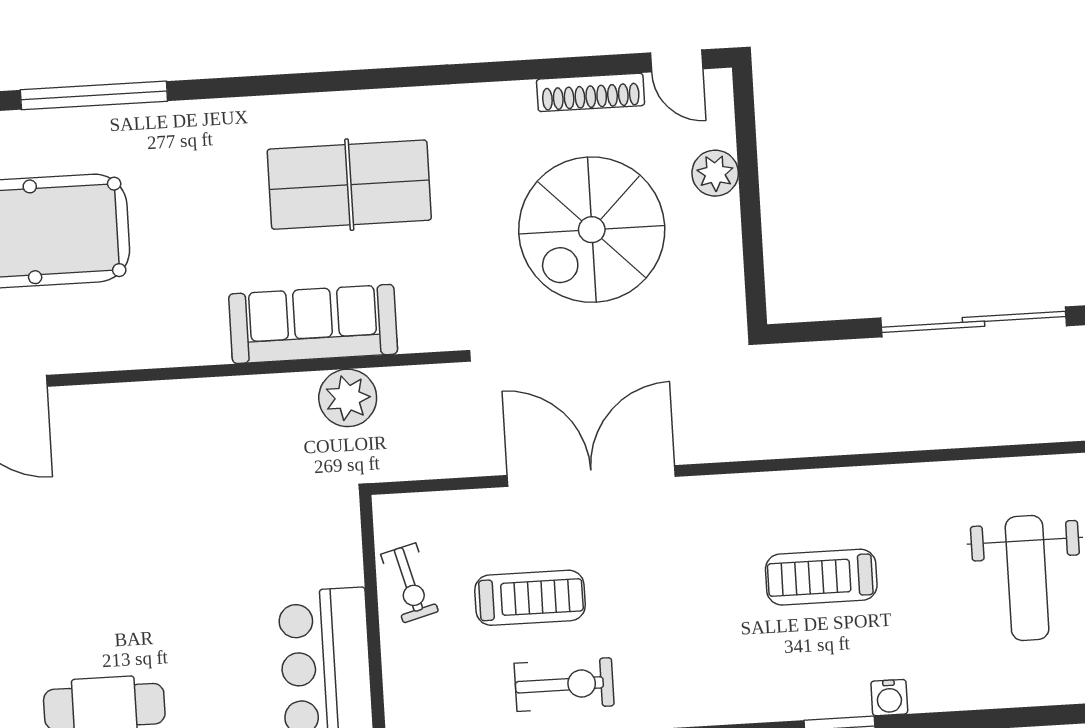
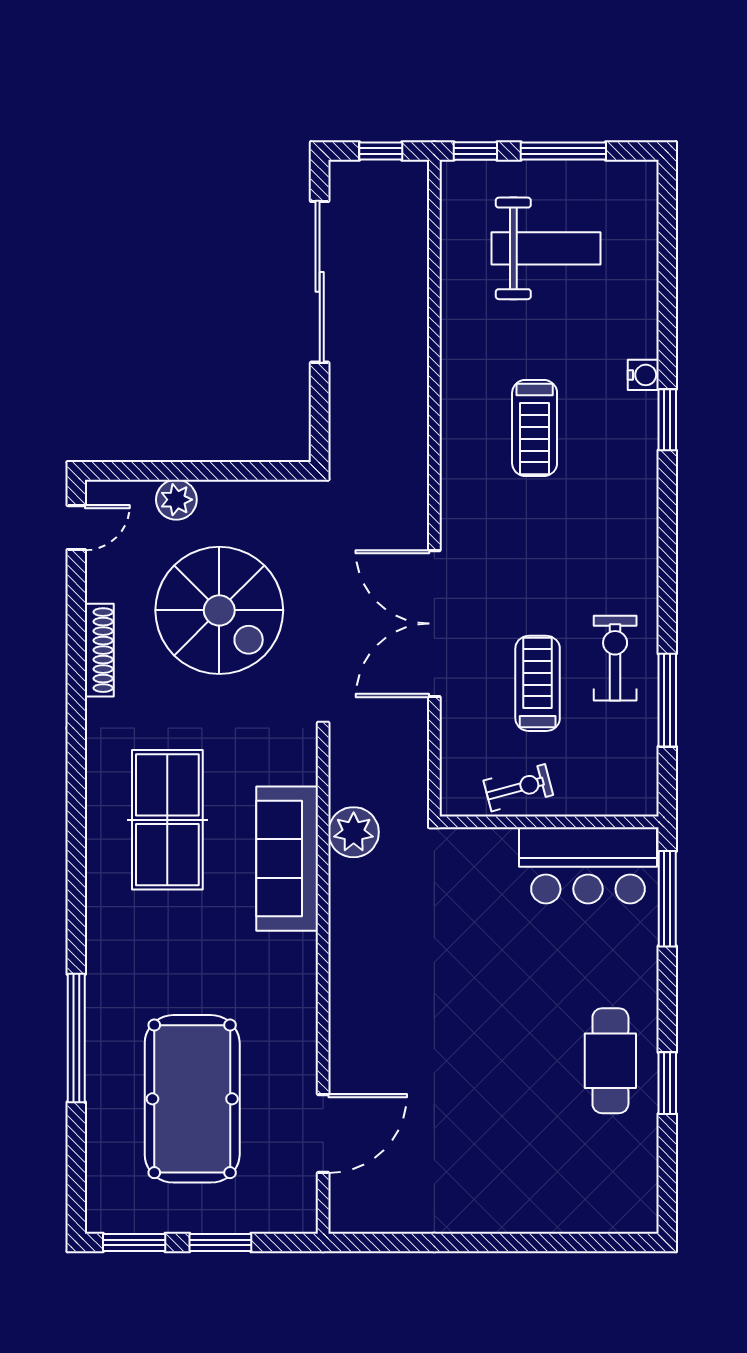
shoe rack: (591, 92) -> (99, 650), moved

